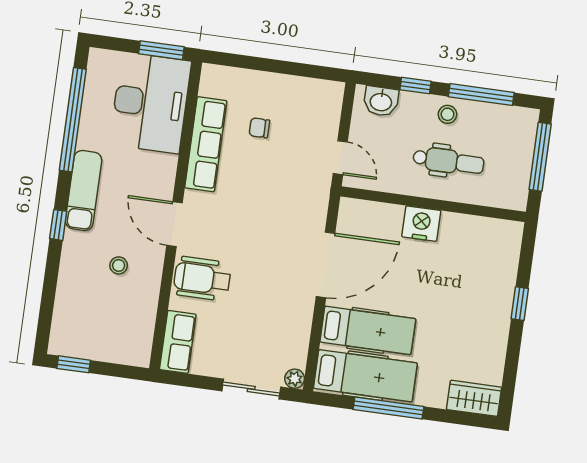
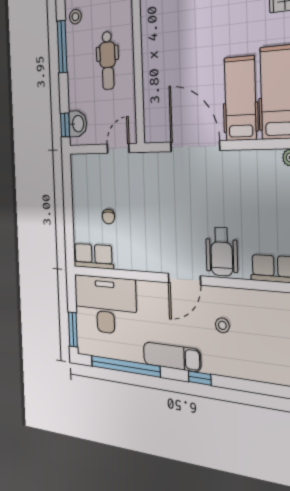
window: (161, 50) -> (73, 329), moved
window: (416, 85) -> (65, 125), moved
stool: (447, 114) -> (75, 17), moved
row of seats: (206, 144) -> (93, 256), moved, width x0.68
dental chair: (448, 161) -> (108, 61), turned 180
nightstand: (421, 224) -> (153, 72), removed

